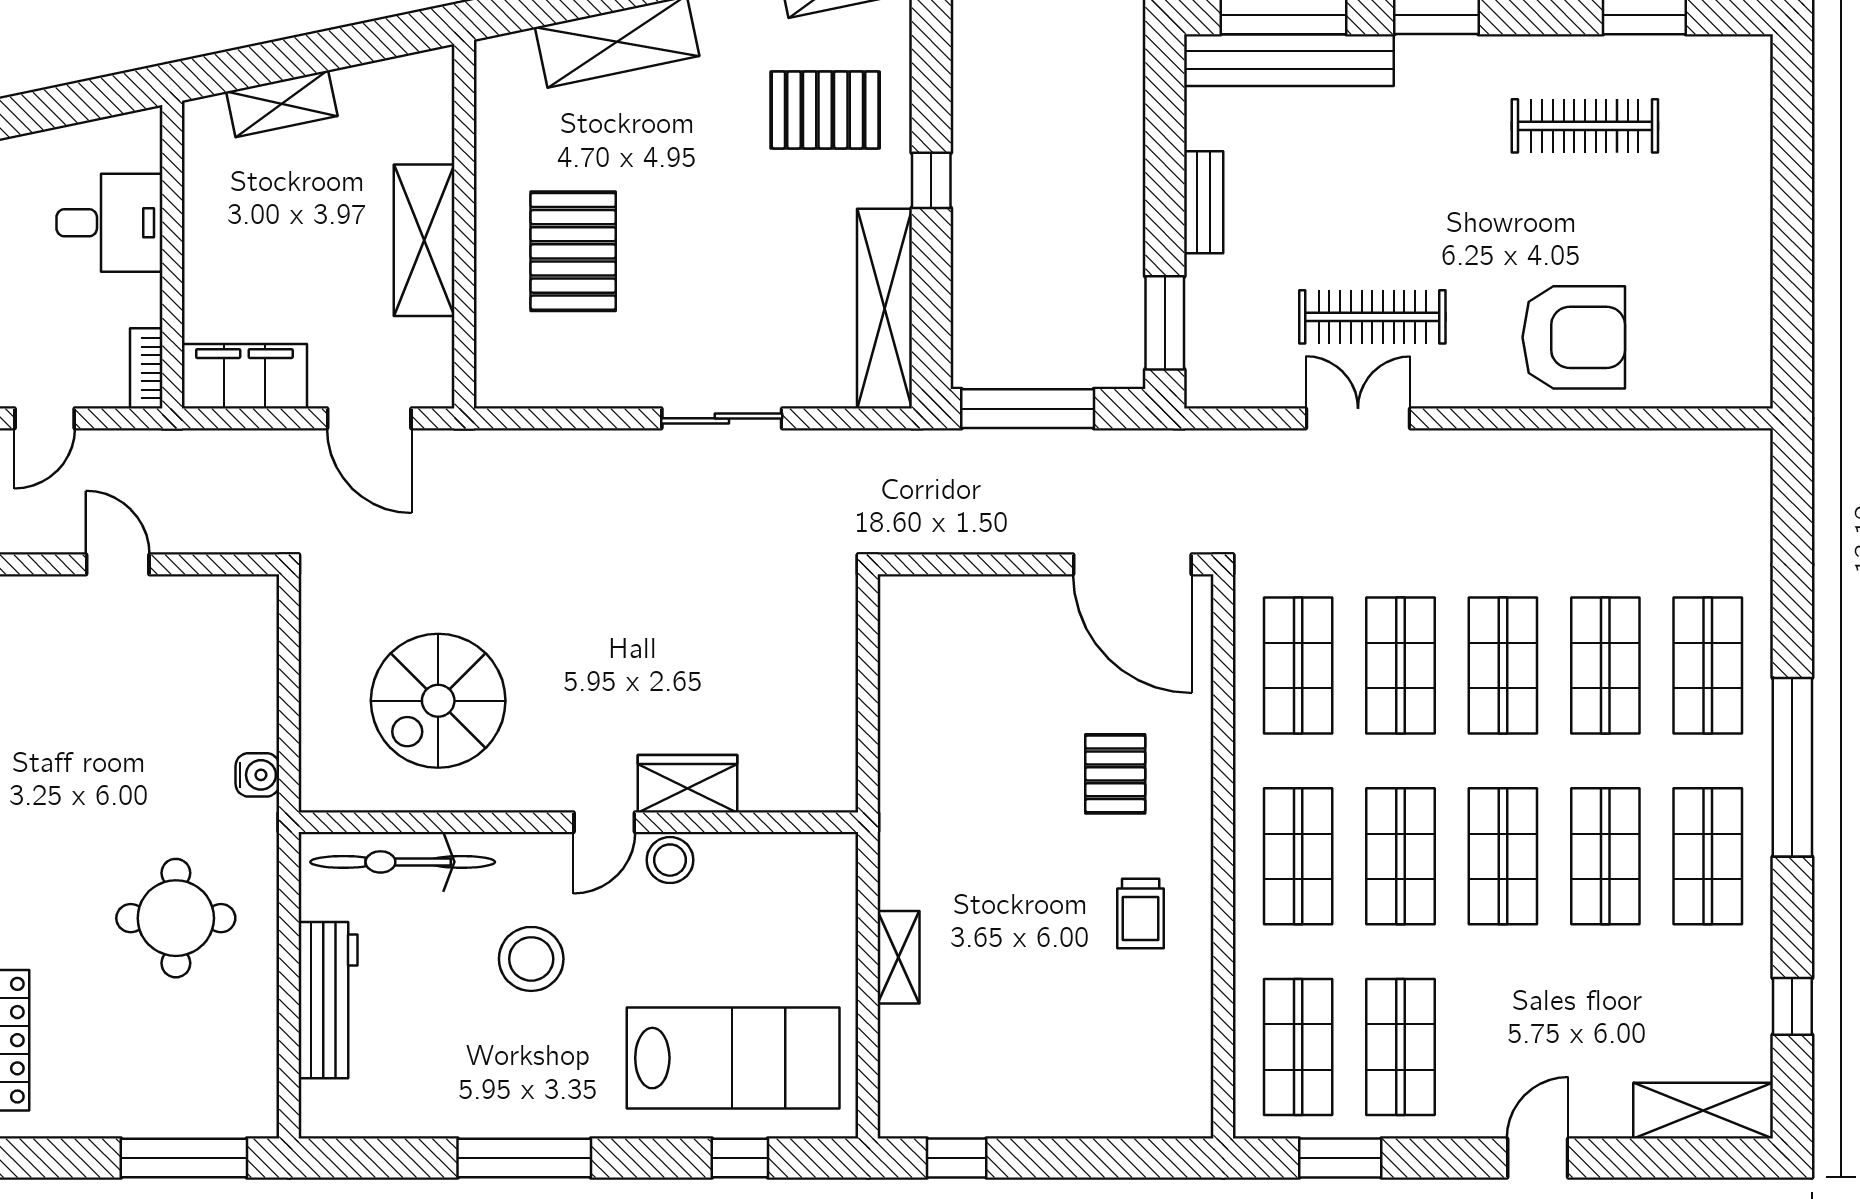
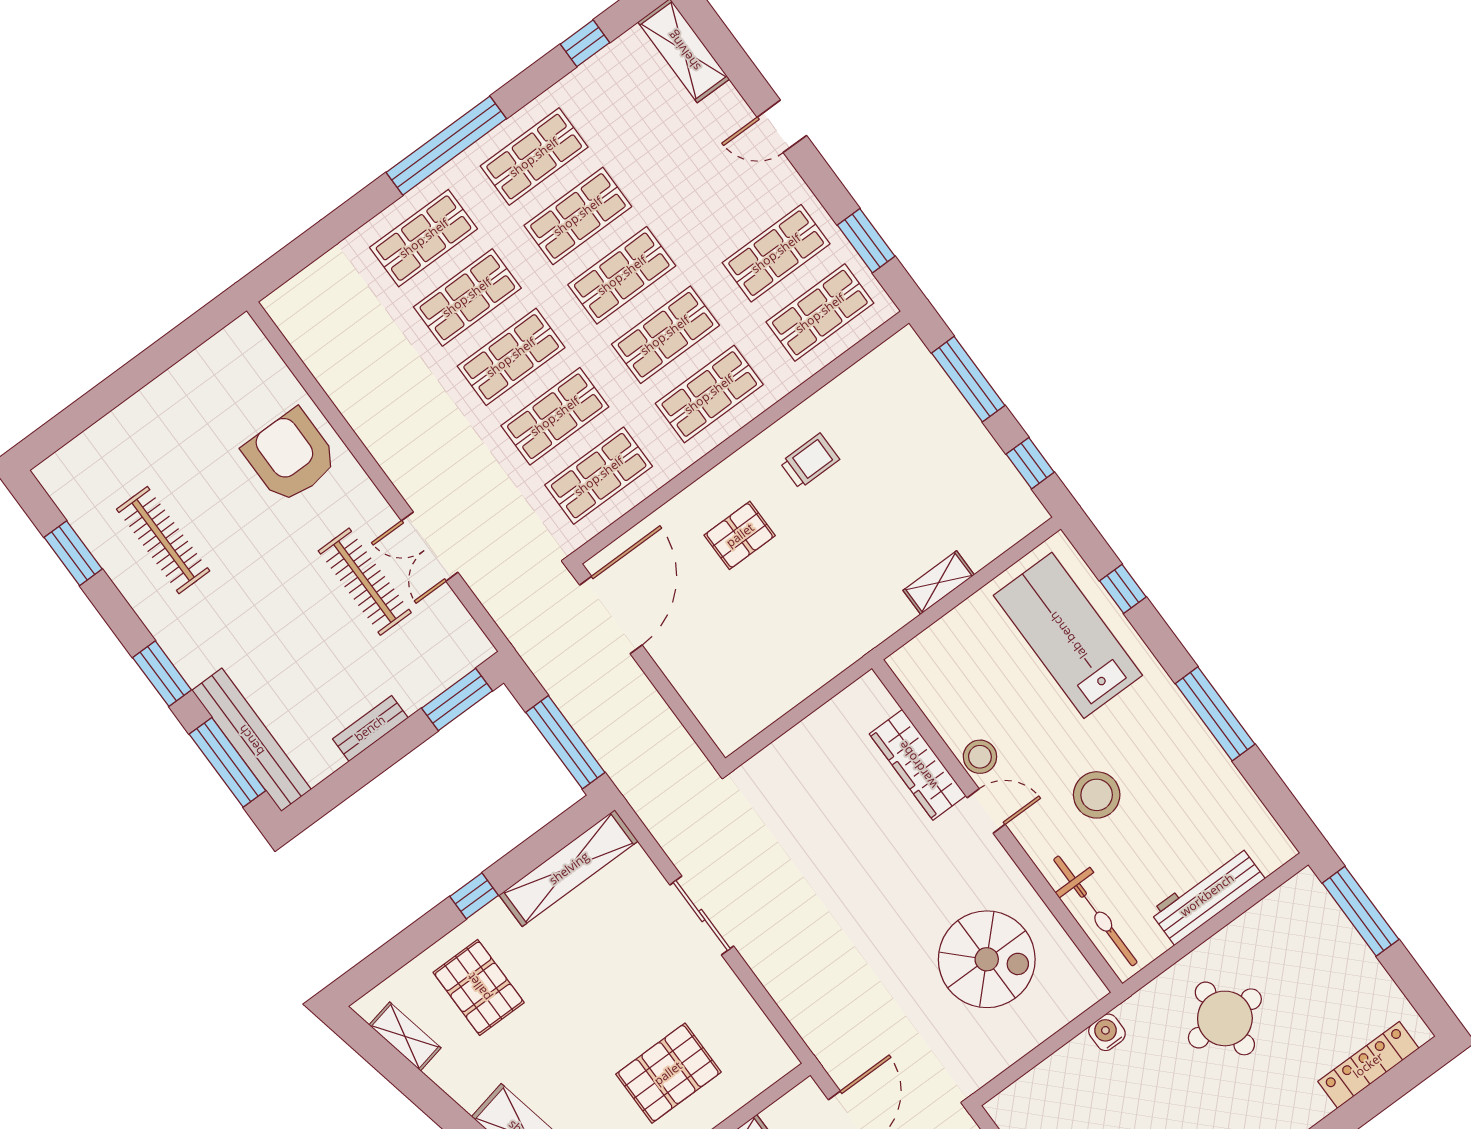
wardrobe: (687, 784) -> (918, 765), width x1.50
window: (1101, 1158) -> (968, 379), added

